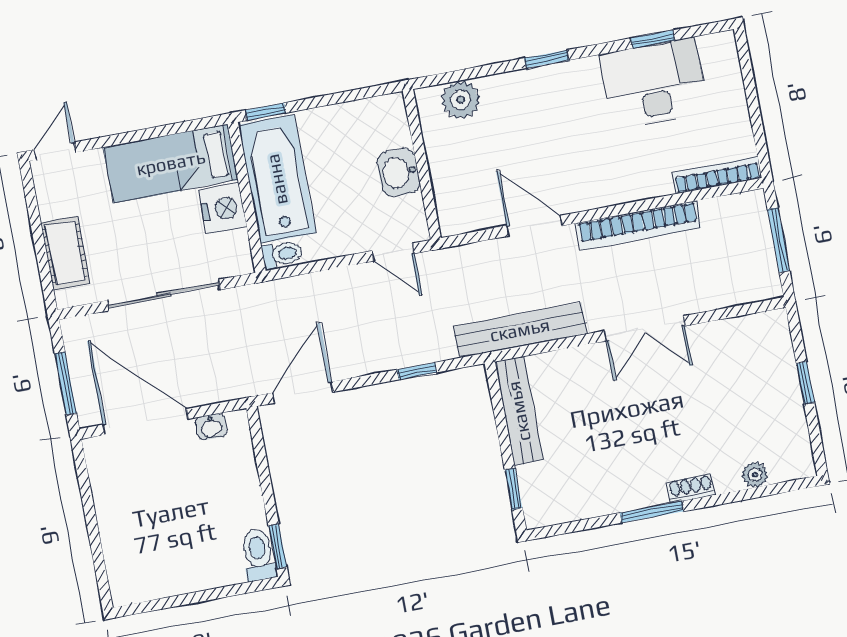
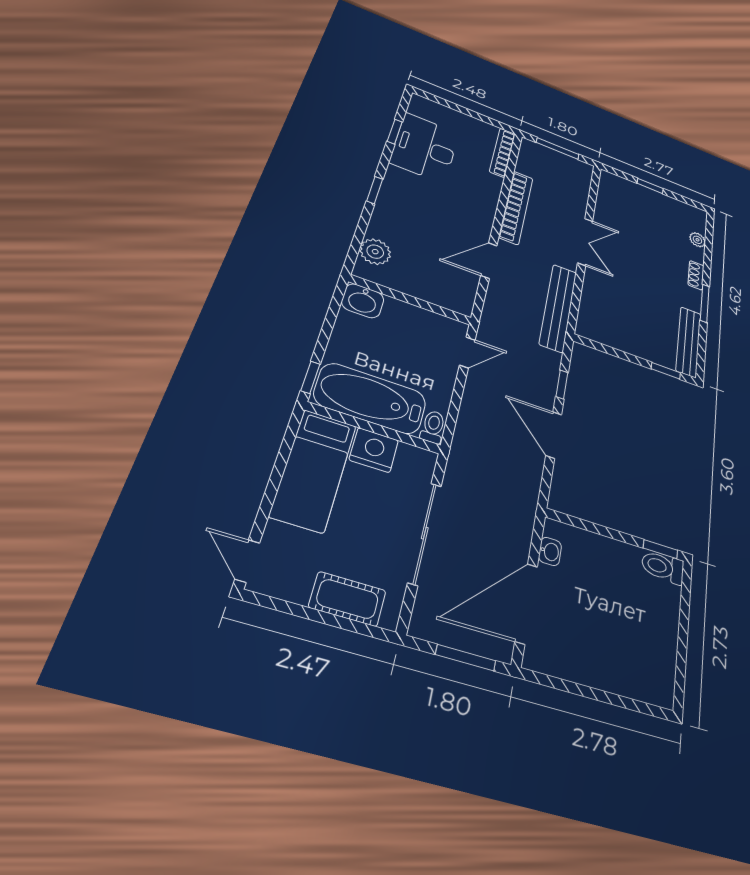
washbasin: (399, 172) -> (363, 301), moved
door: (303, 392) -> (554, 435), moved
bench: (519, 411) -> (688, 342), moved, turned 90

